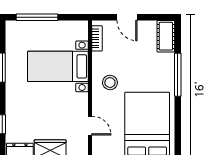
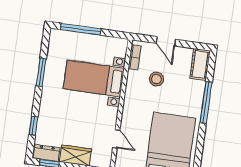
stool: (110, 83) -> (156, 79), moved

